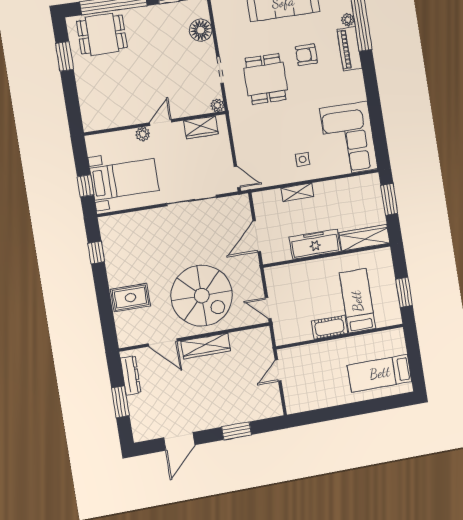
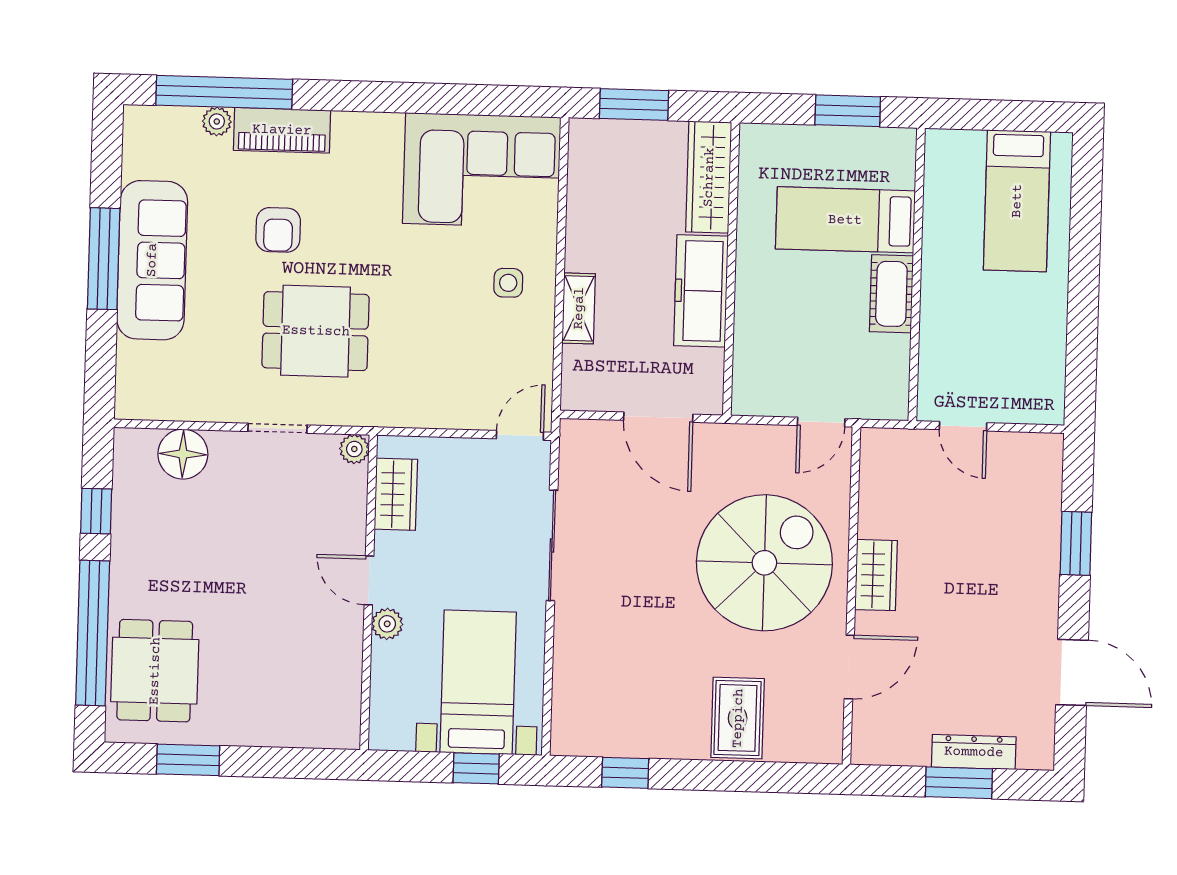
wardrobe: (206, 346) -> (876, 575), width x0.67
dresser: (131, 375) -> (974, 752), moved

